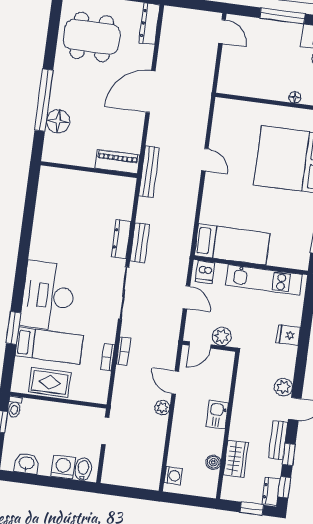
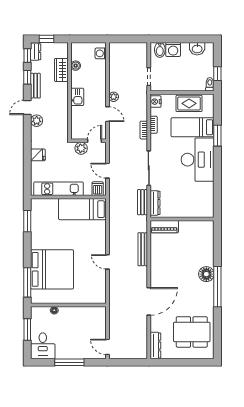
piano: (117, 162) -> (164, 227), moved
wall: (89, 170) -> (182, 219), moved
nightstand: (100, 392) -> (156, 102), added

